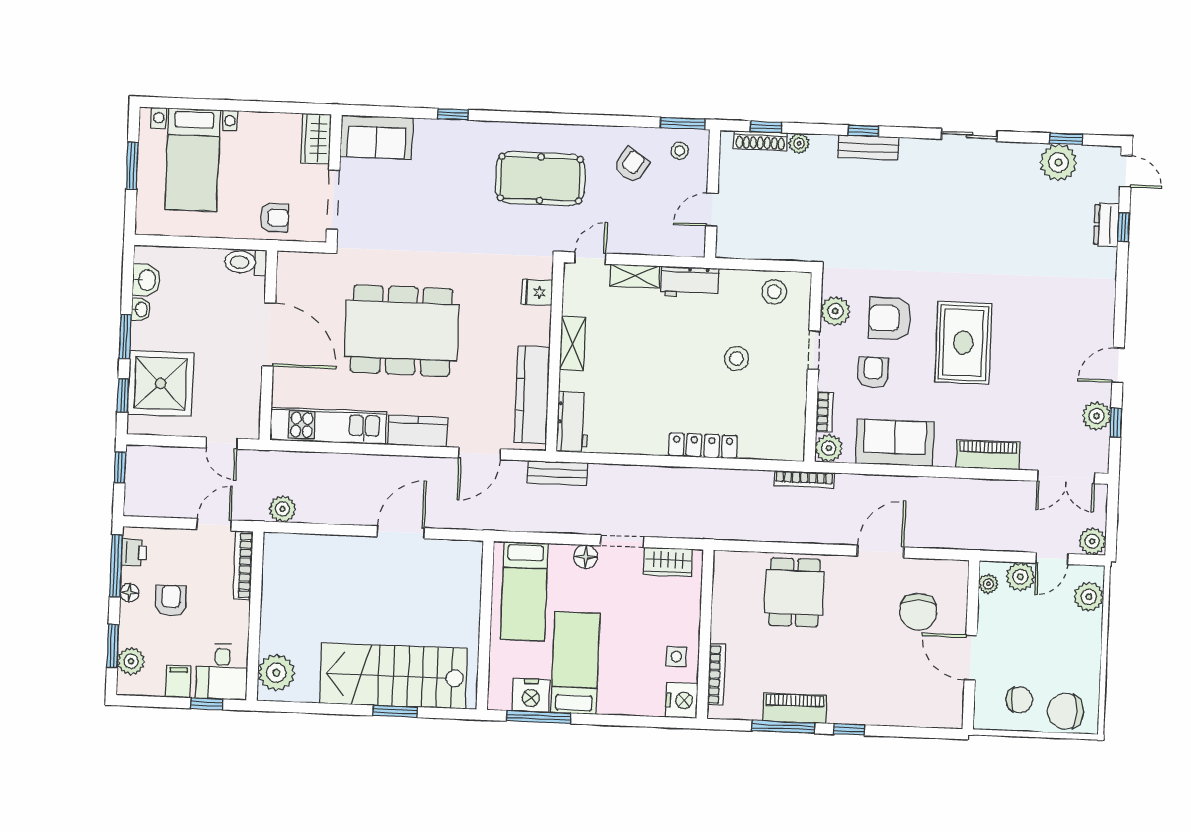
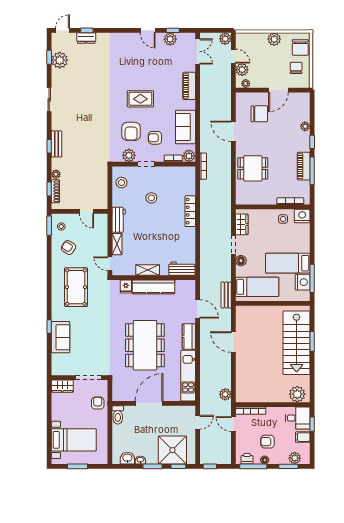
sofa: (377, 137) -> (61, 337), moved
rug: (963, 343) -> (140, 99), width x0.73, depth x0.70
kitchen counter: (532, 395) -> (154, 287), moved
bench: (558, 473) -> (226, 295), moved
plant: (1089, 597) -> (274, 39), moved
plant: (885, 715) -> (305, 126), added

